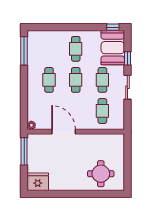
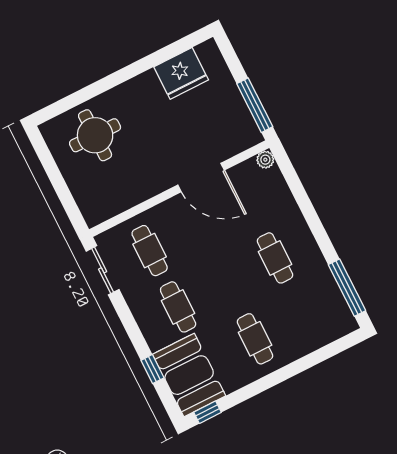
cafe table: (76, 80) -> (227, 282), removed
sliding door: (127, 87) -> (103, 270), moved
fridge: (38, 182) -> (181, 73), moved

